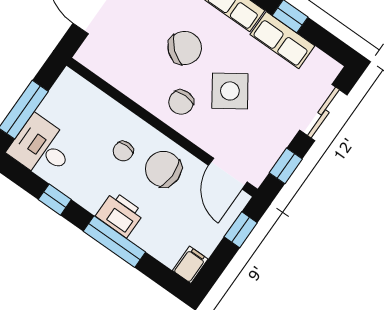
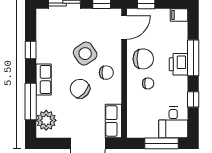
row of seats: (282, 40) -> (113, 121), moved, turned 180
chair: (163, 169) -> (143, 59), turned -91

